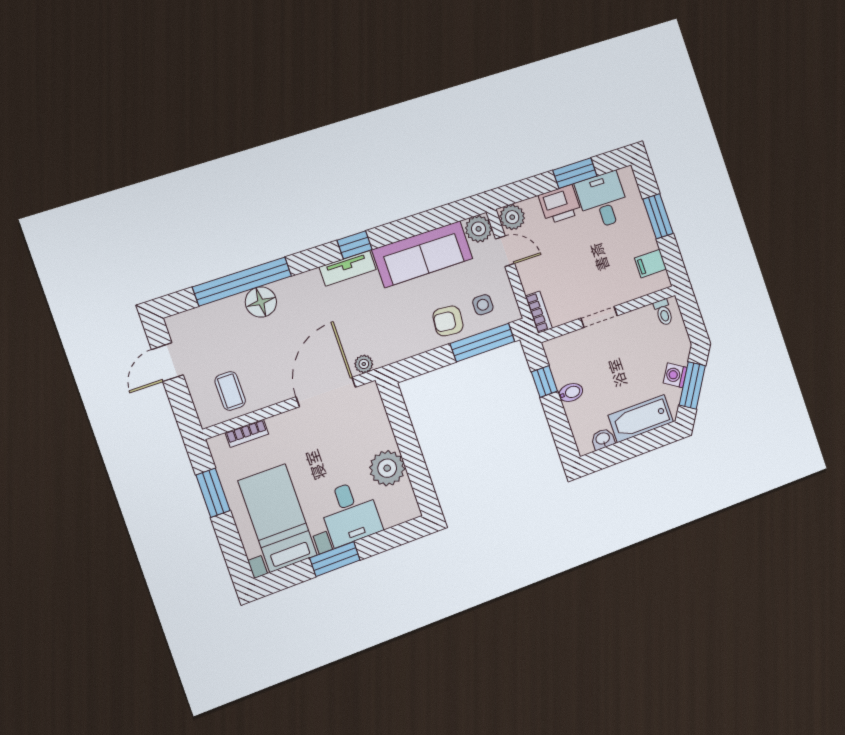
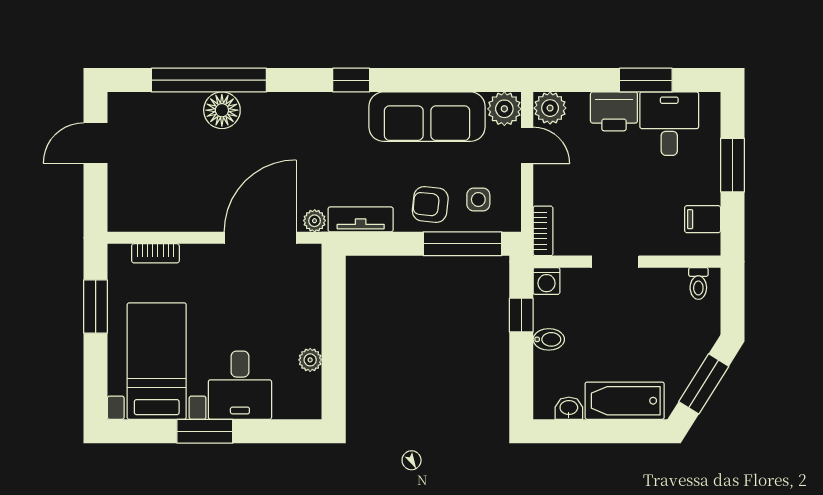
tv unit: (348, 268) -> (361, 219), moved, turned 180
washing machine: (675, 375) -> (546, 281), moved, turned -122
coffee table: (230, 391) -> (153, 199), removed
plant: (387, 468) -> (310, 360), width x0.53, depth x0.53

